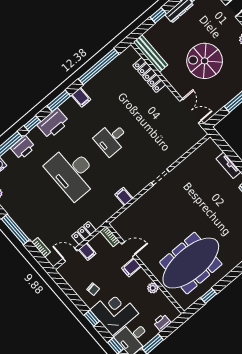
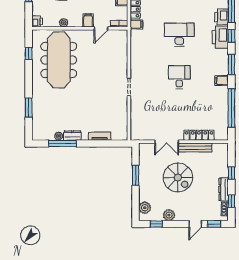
bench: (150, 54) -> (195, 148), moved
spiral stairs: (205, 61) -> (178, 177), turned 90
double door: (190, 111) -> (167, 142), moved
printer: (53, 123) -> (220, 37), moved
desk: (72, 172) -> (179, 35), width x0.73, depth x0.77
filing cabinet: (124, 196) -> (136, 24), moved
printer: (162, 322) -> (37, 21), moved

